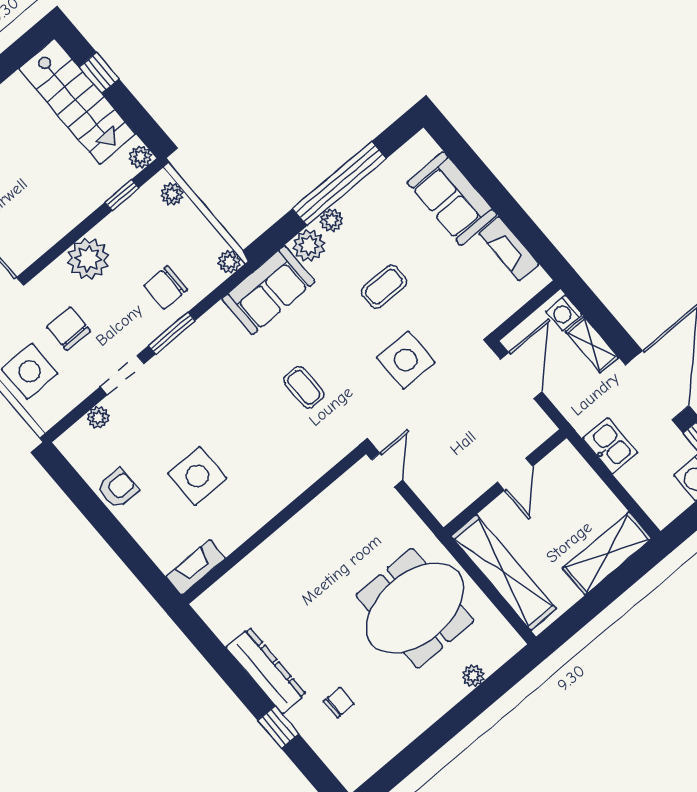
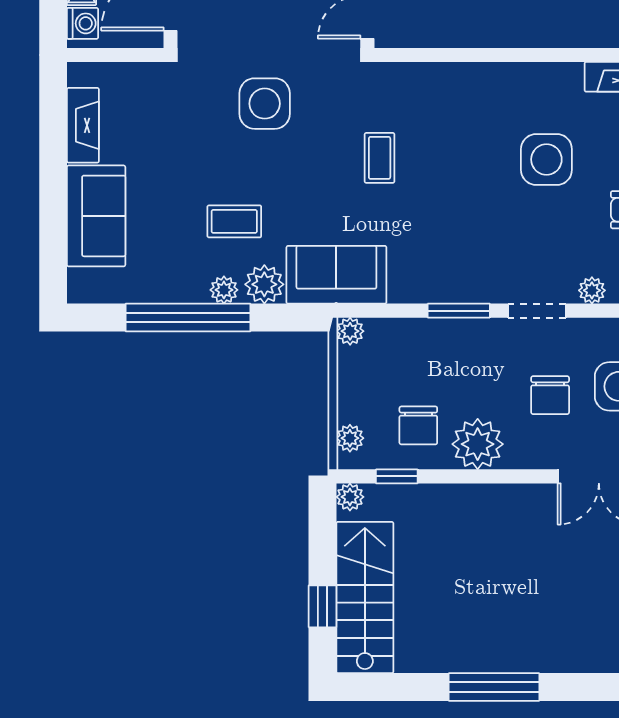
chair: (166, 287) -> (418, 425), moved, turned 90
coffee table: (384, 287) -> (234, 221), moved

